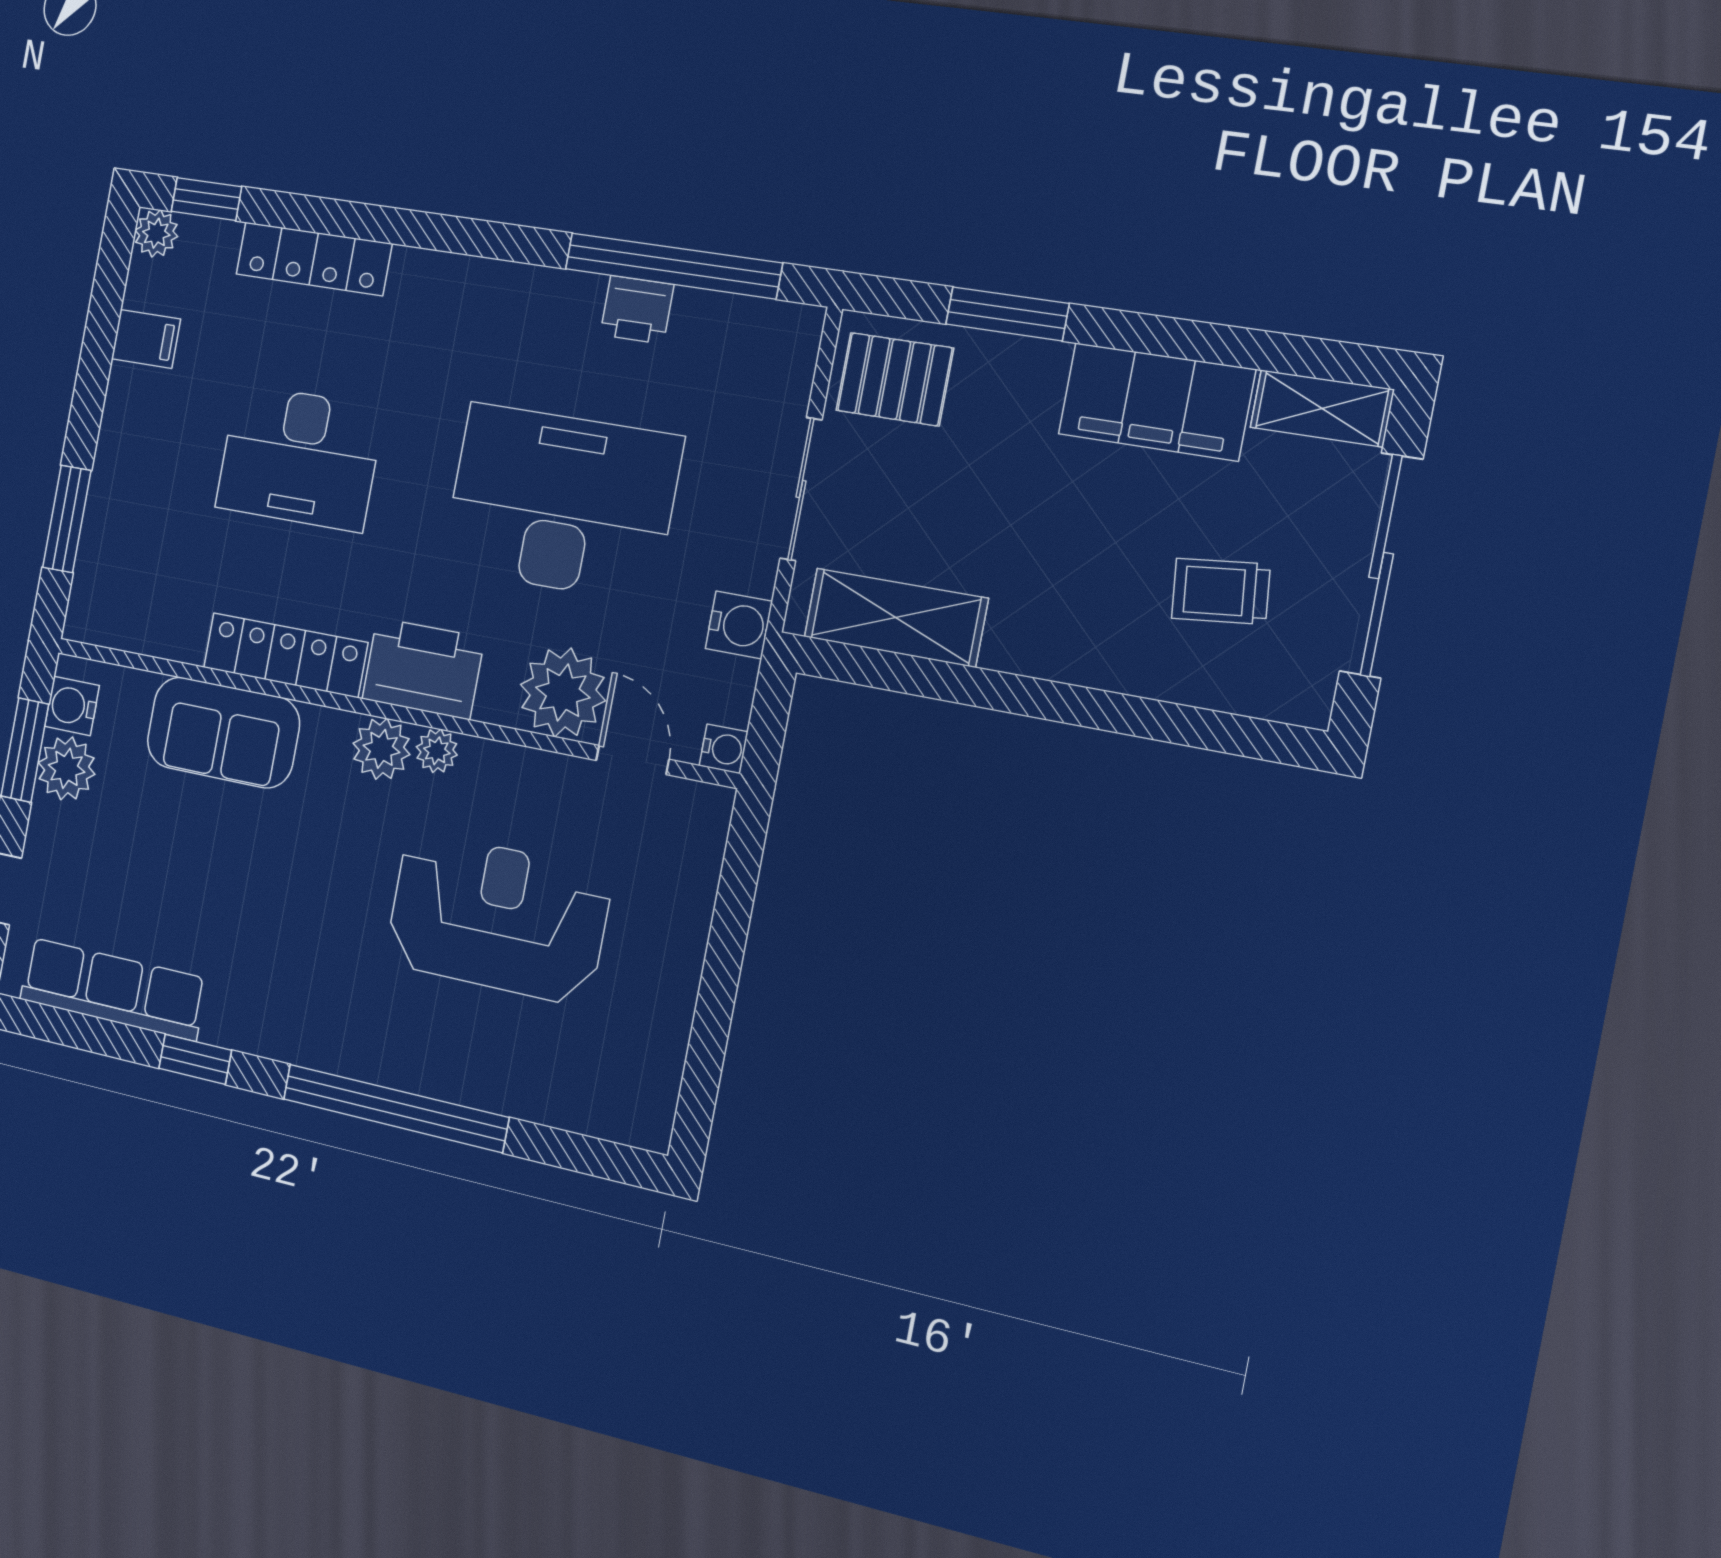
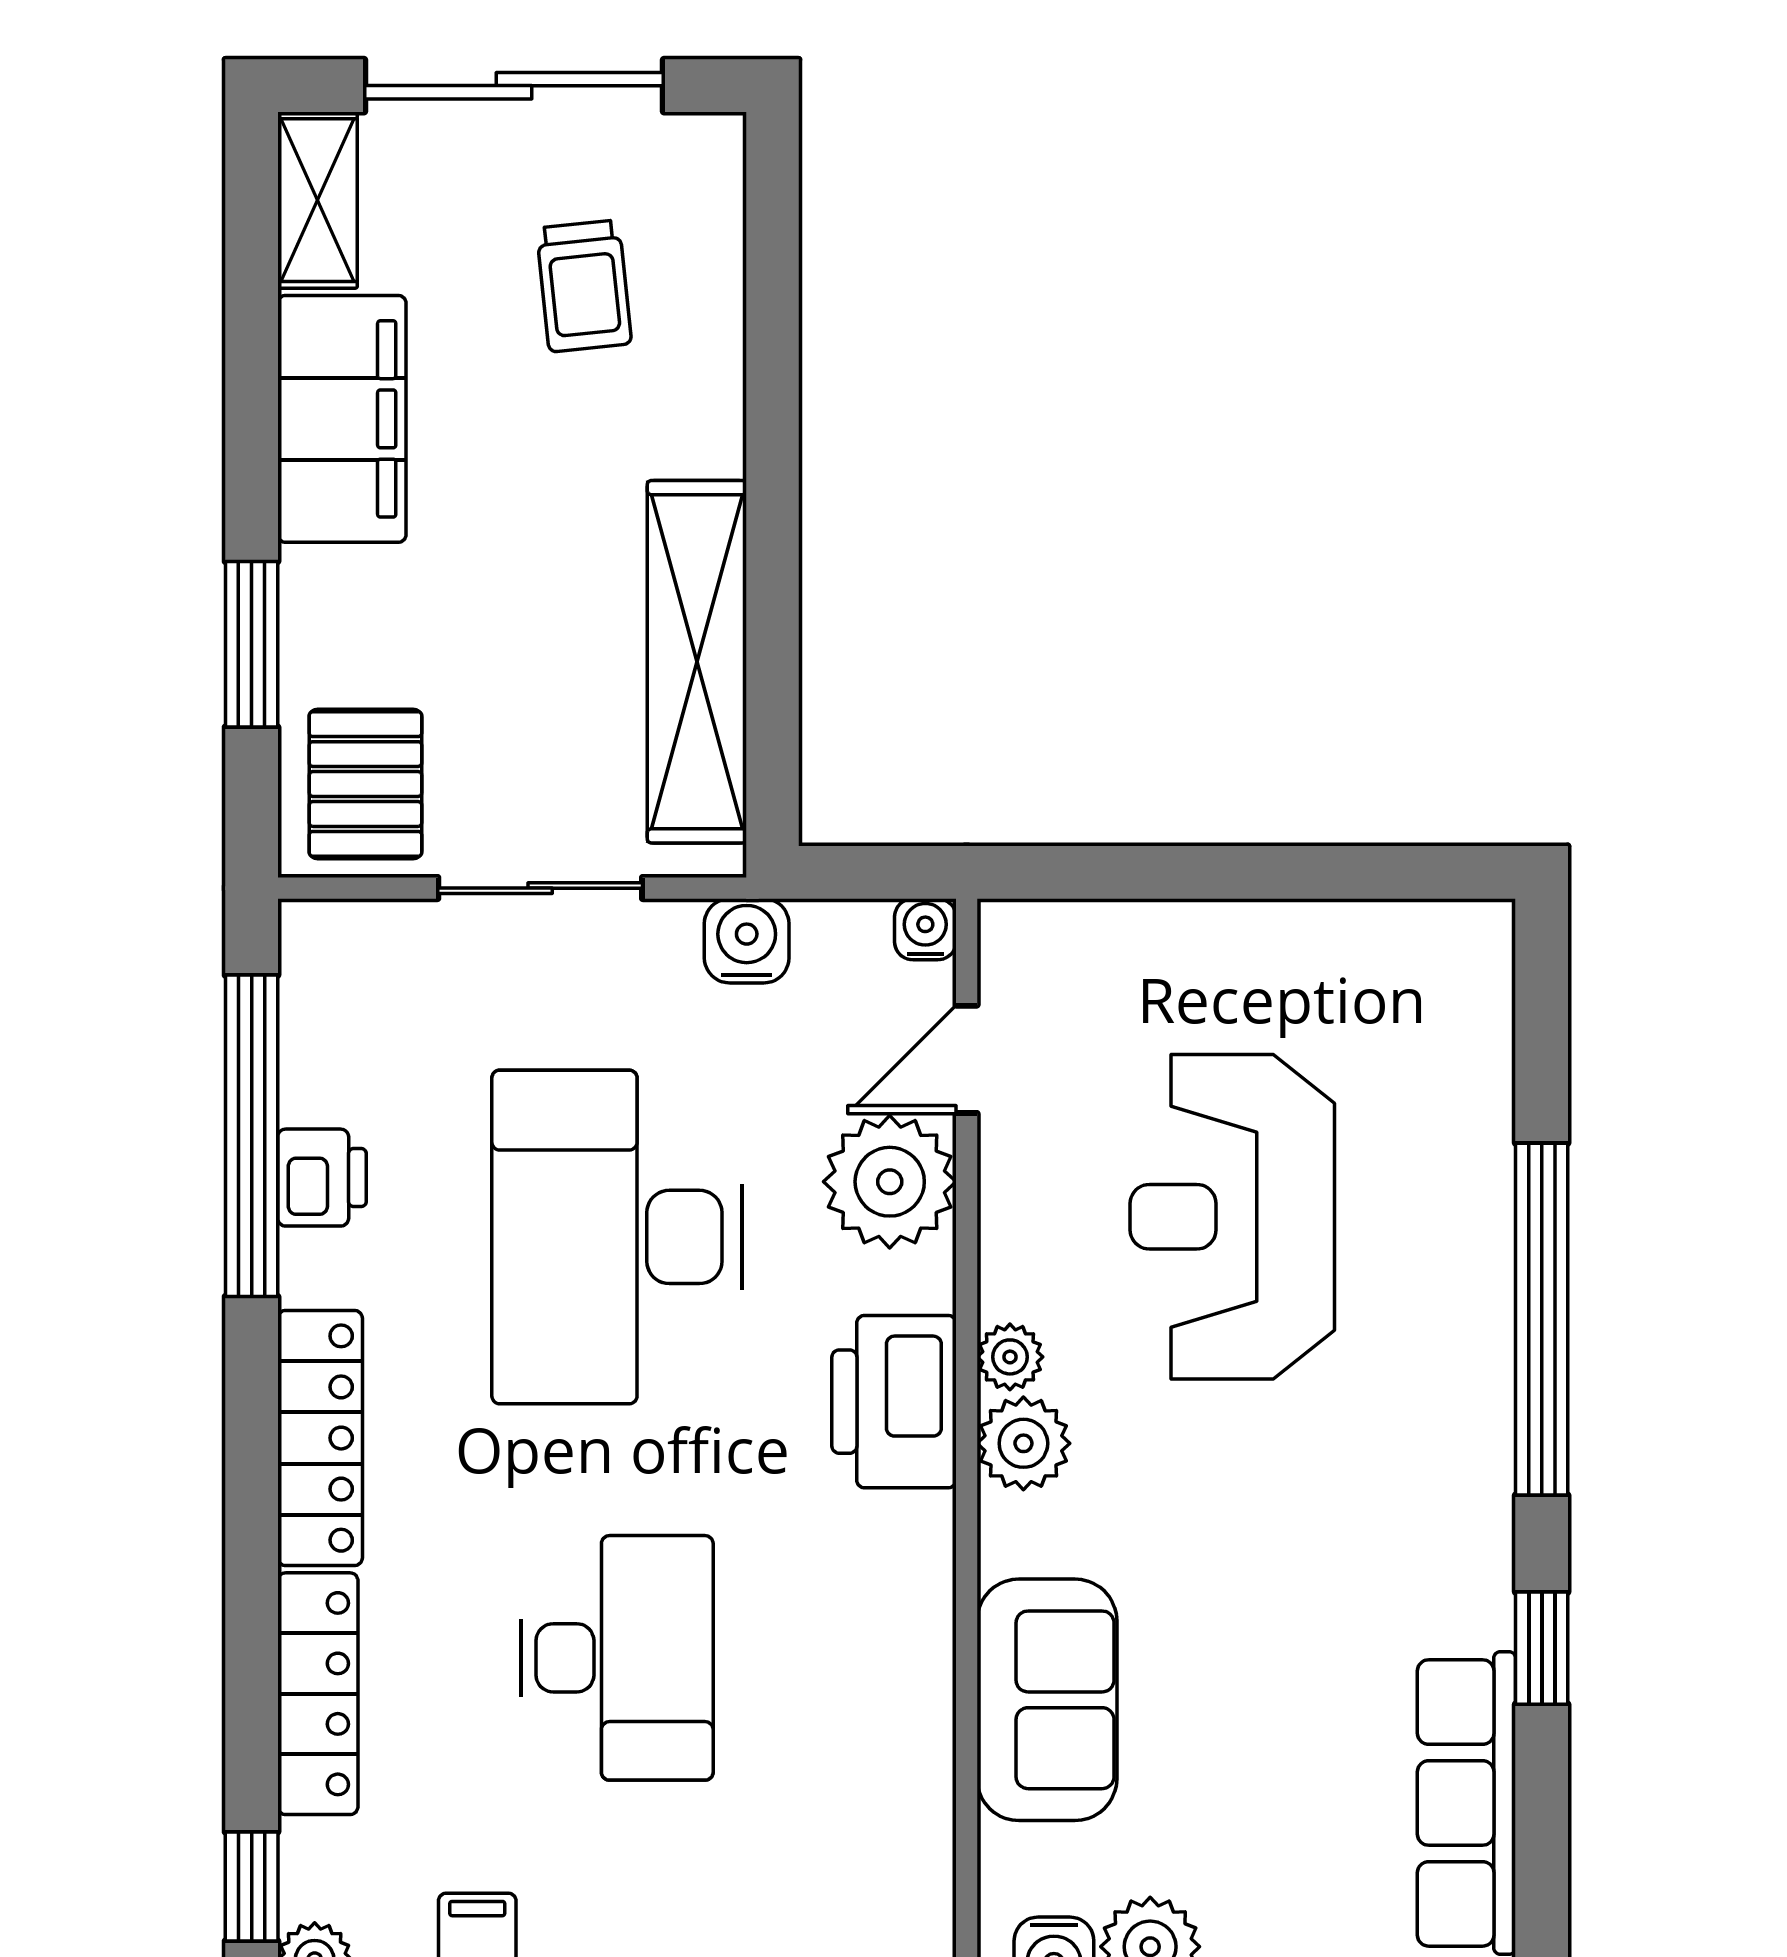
shelving: (896, 618) -> (697, 662), width x1.47
locker: (285, 655) -> (320, 1438), moved, turned 180

